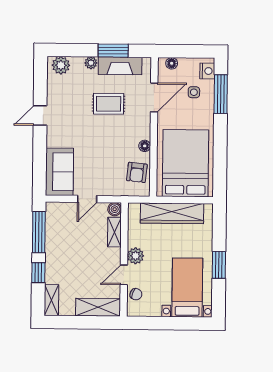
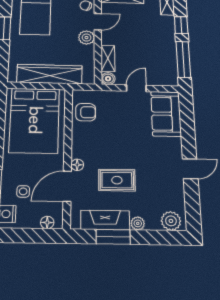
floor lamp: (145, 146) -> (77, 165), moved
armchair: (137, 172) -> (86, 112), turned 84

